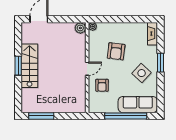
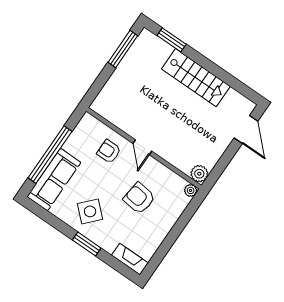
window: (18, 66) -> (172, 40), moved

